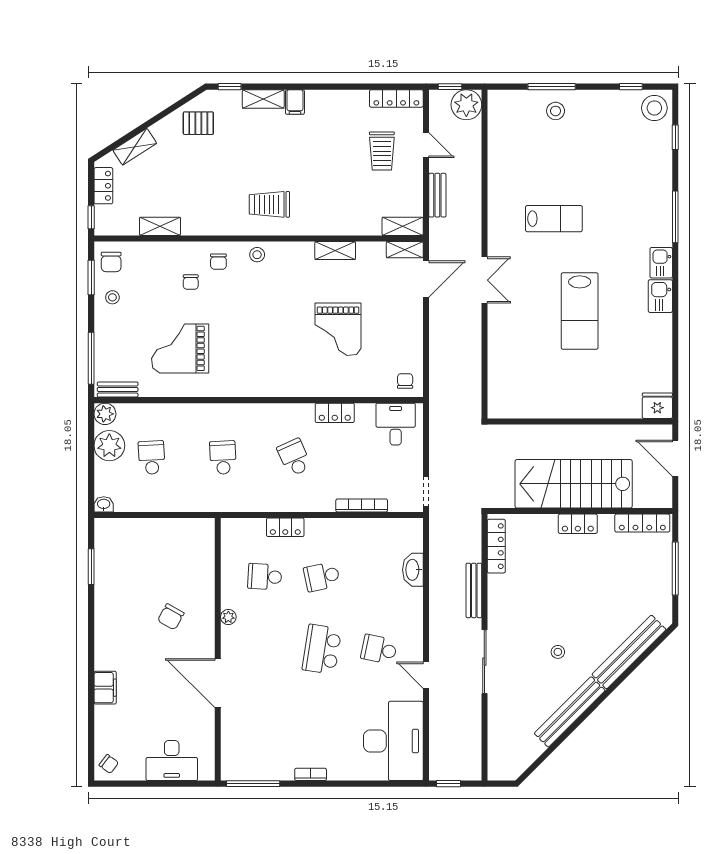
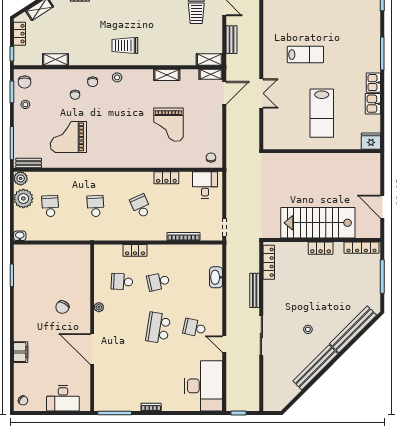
fridge: (657, 406) -> (371, 141), moved
wall: (580, 422) -> (322, 151), moved

